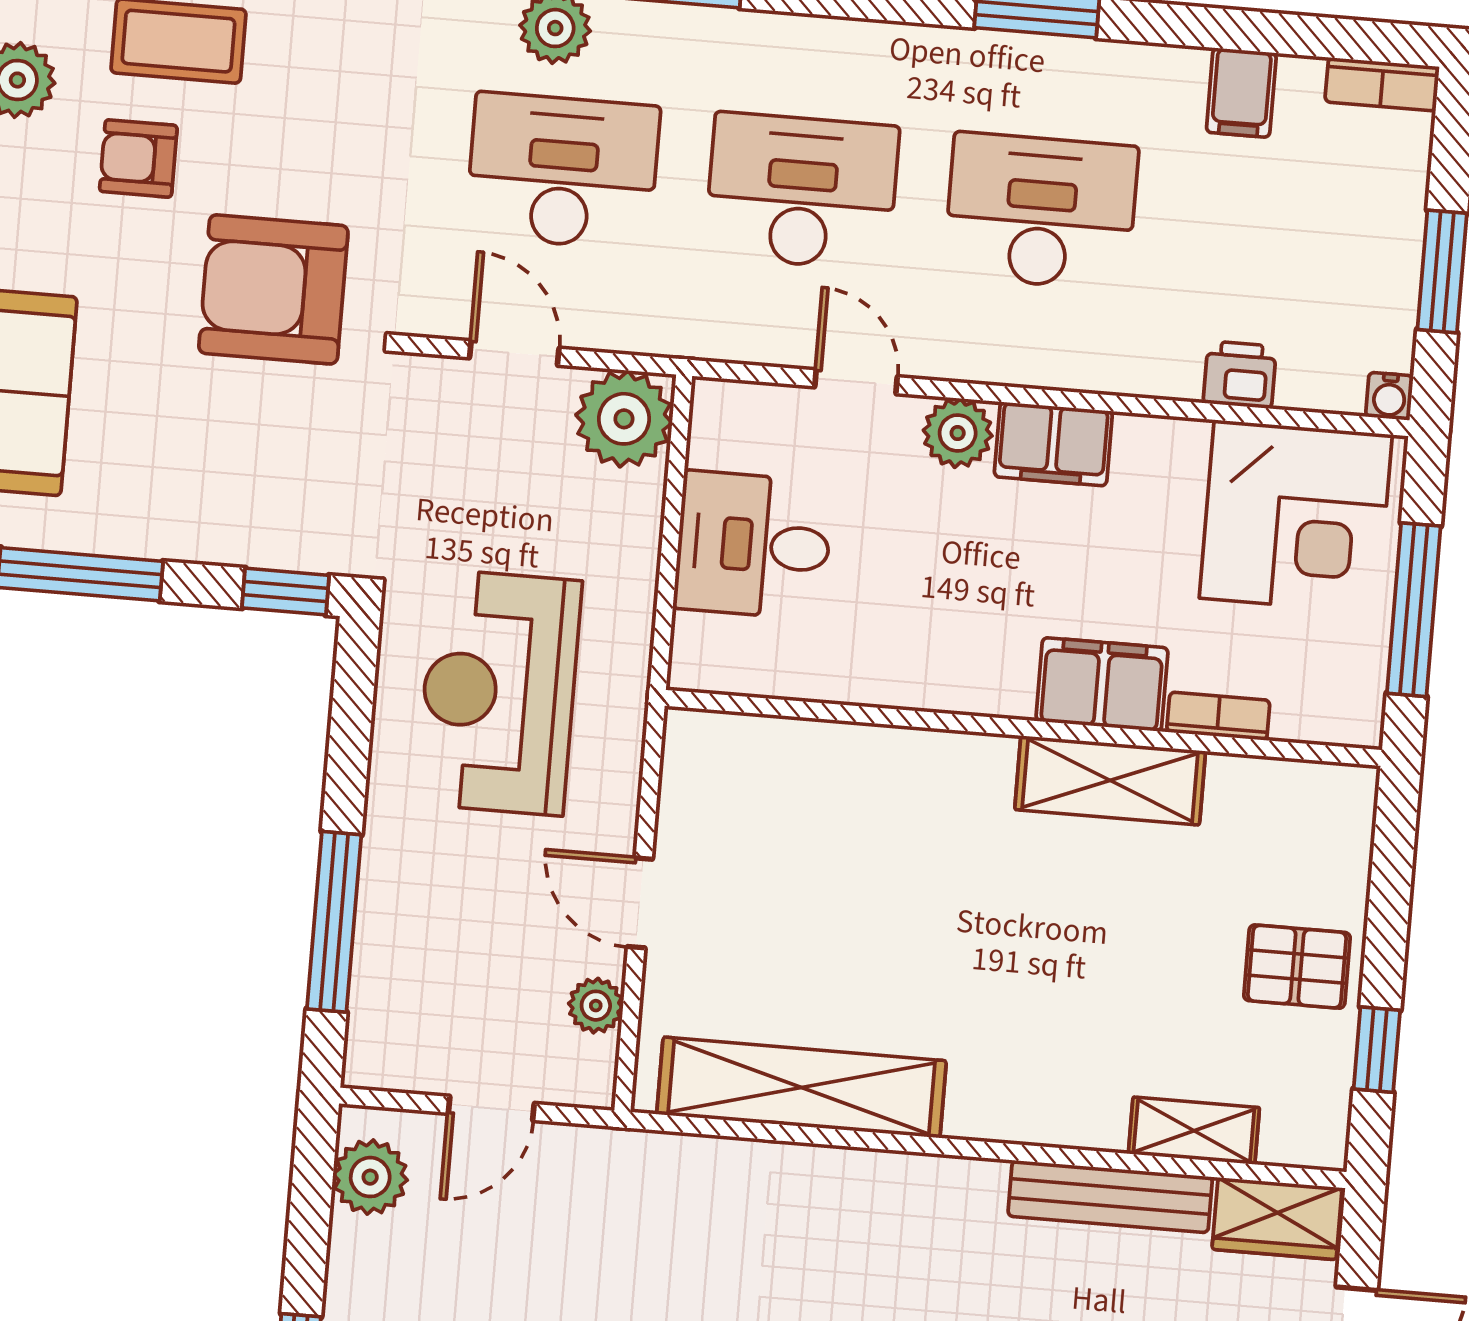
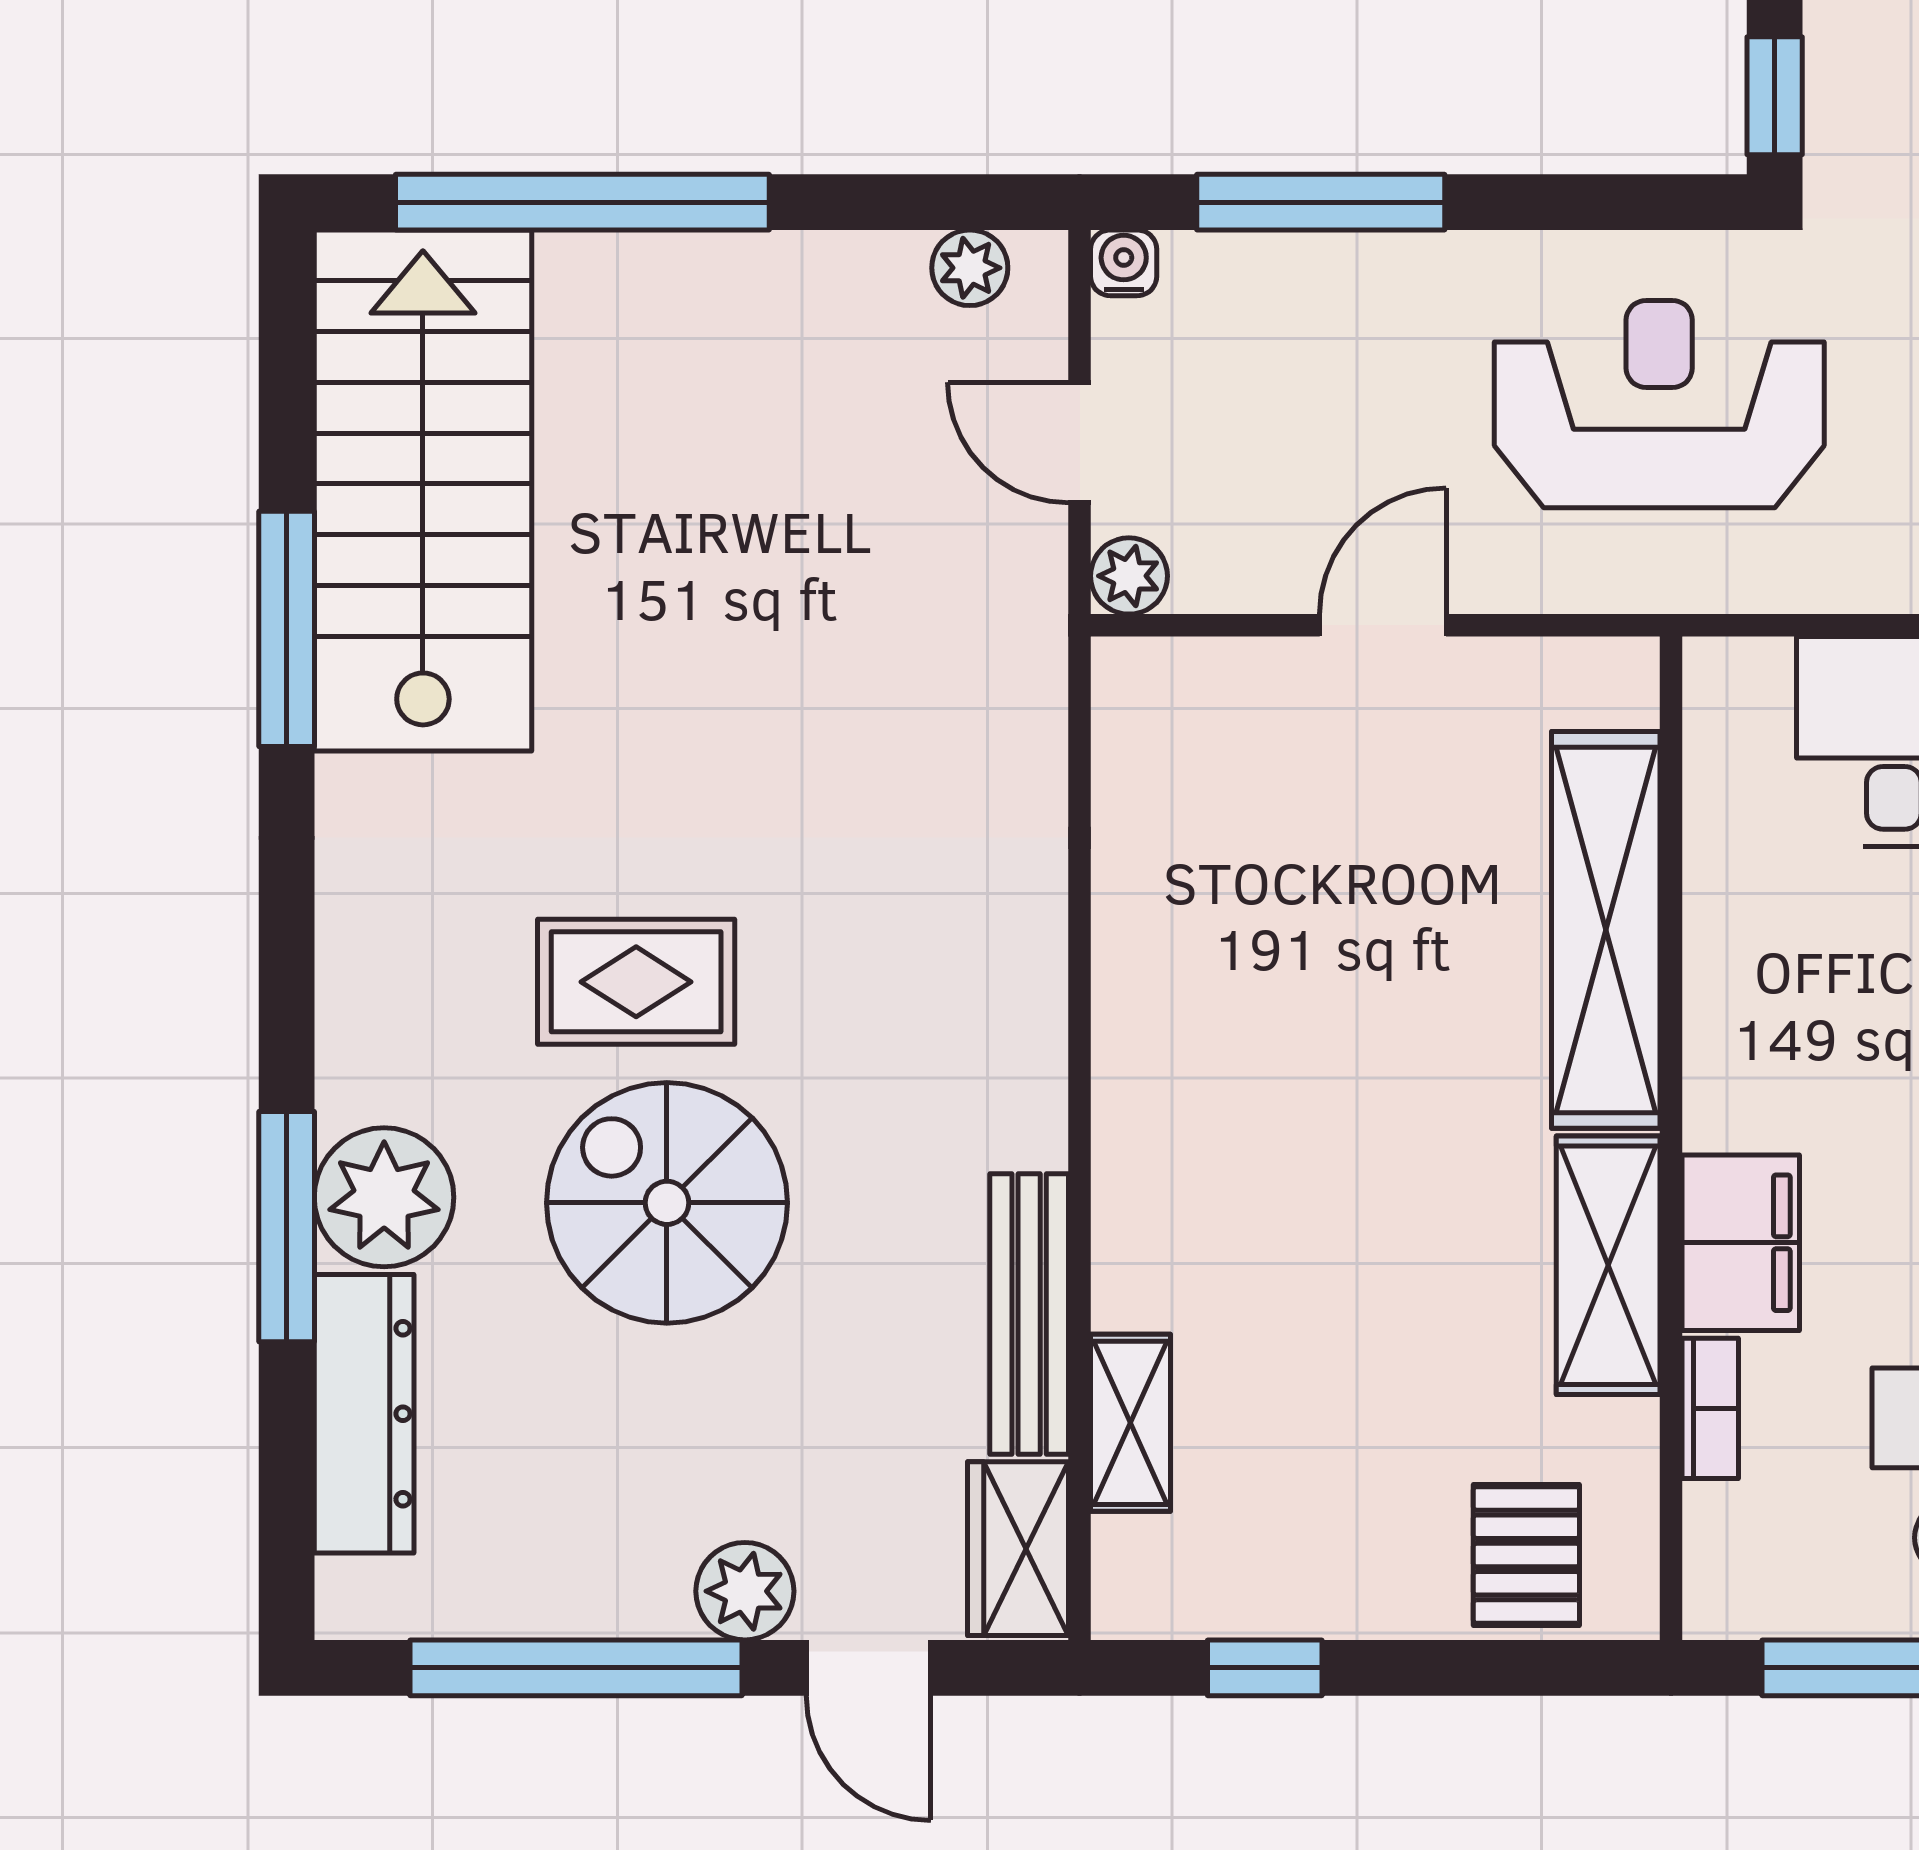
pallet: (1297, 967) -> (1526, 1555), moved
plant: (596, 1006) -> (1129, 576), moved
water cooler: (366, 1066) -> (1124, 263), added
shelving: (801, 1087) -> (1606, 930), moved
plant: (370, 1177) -> (970, 268), width x0.73, depth x0.73

